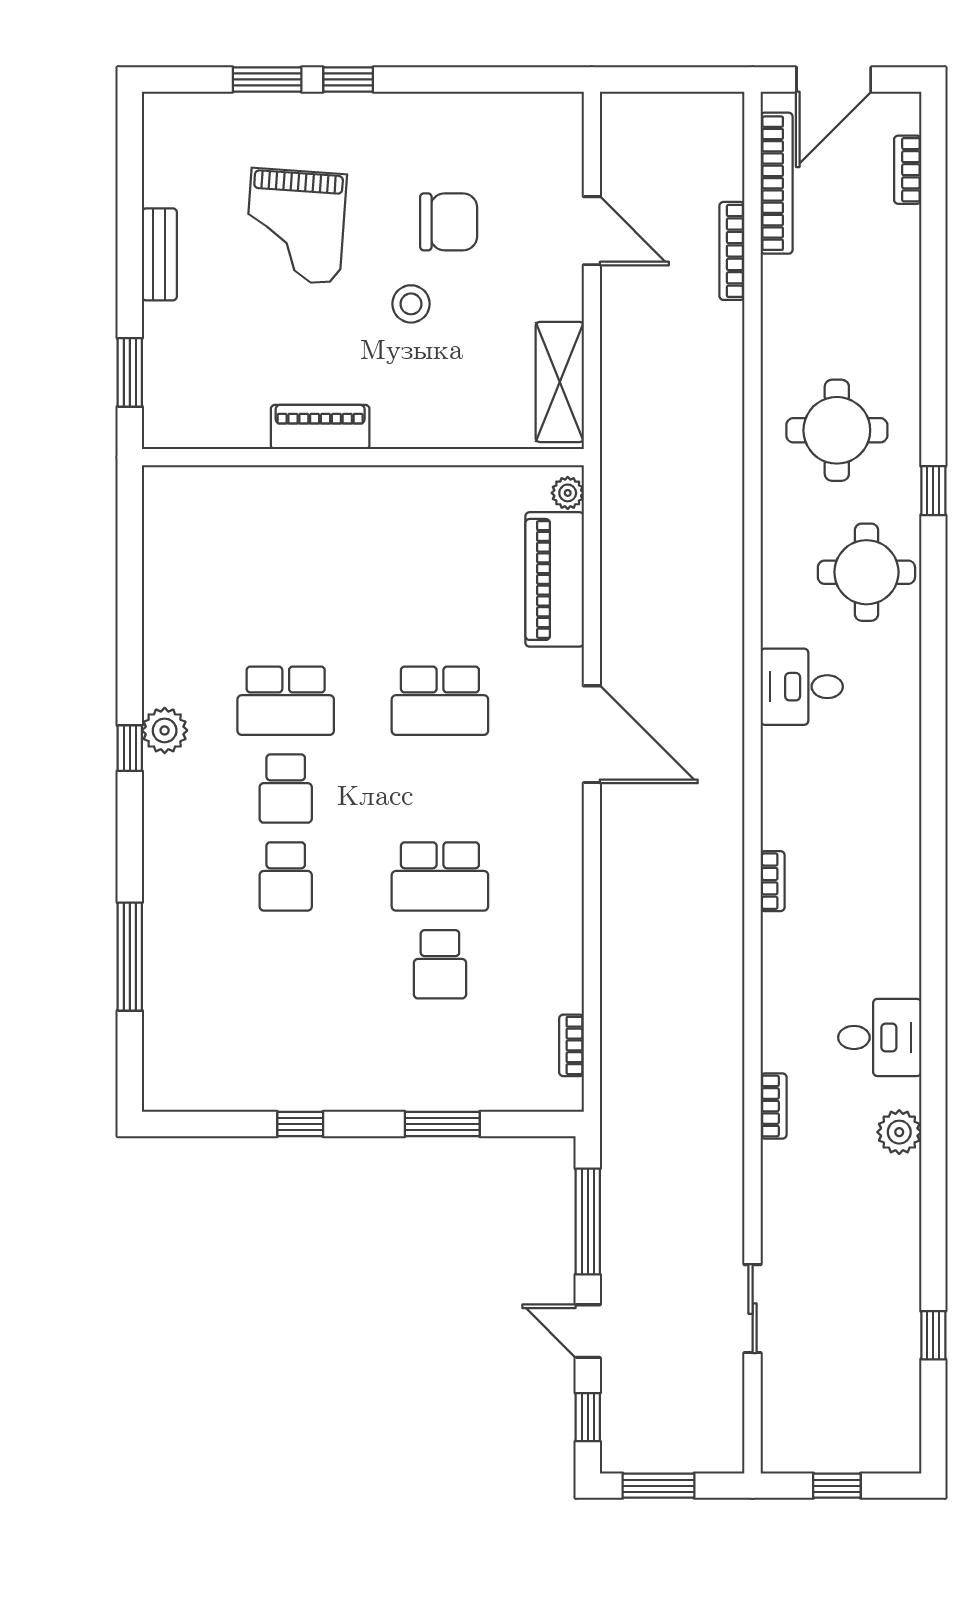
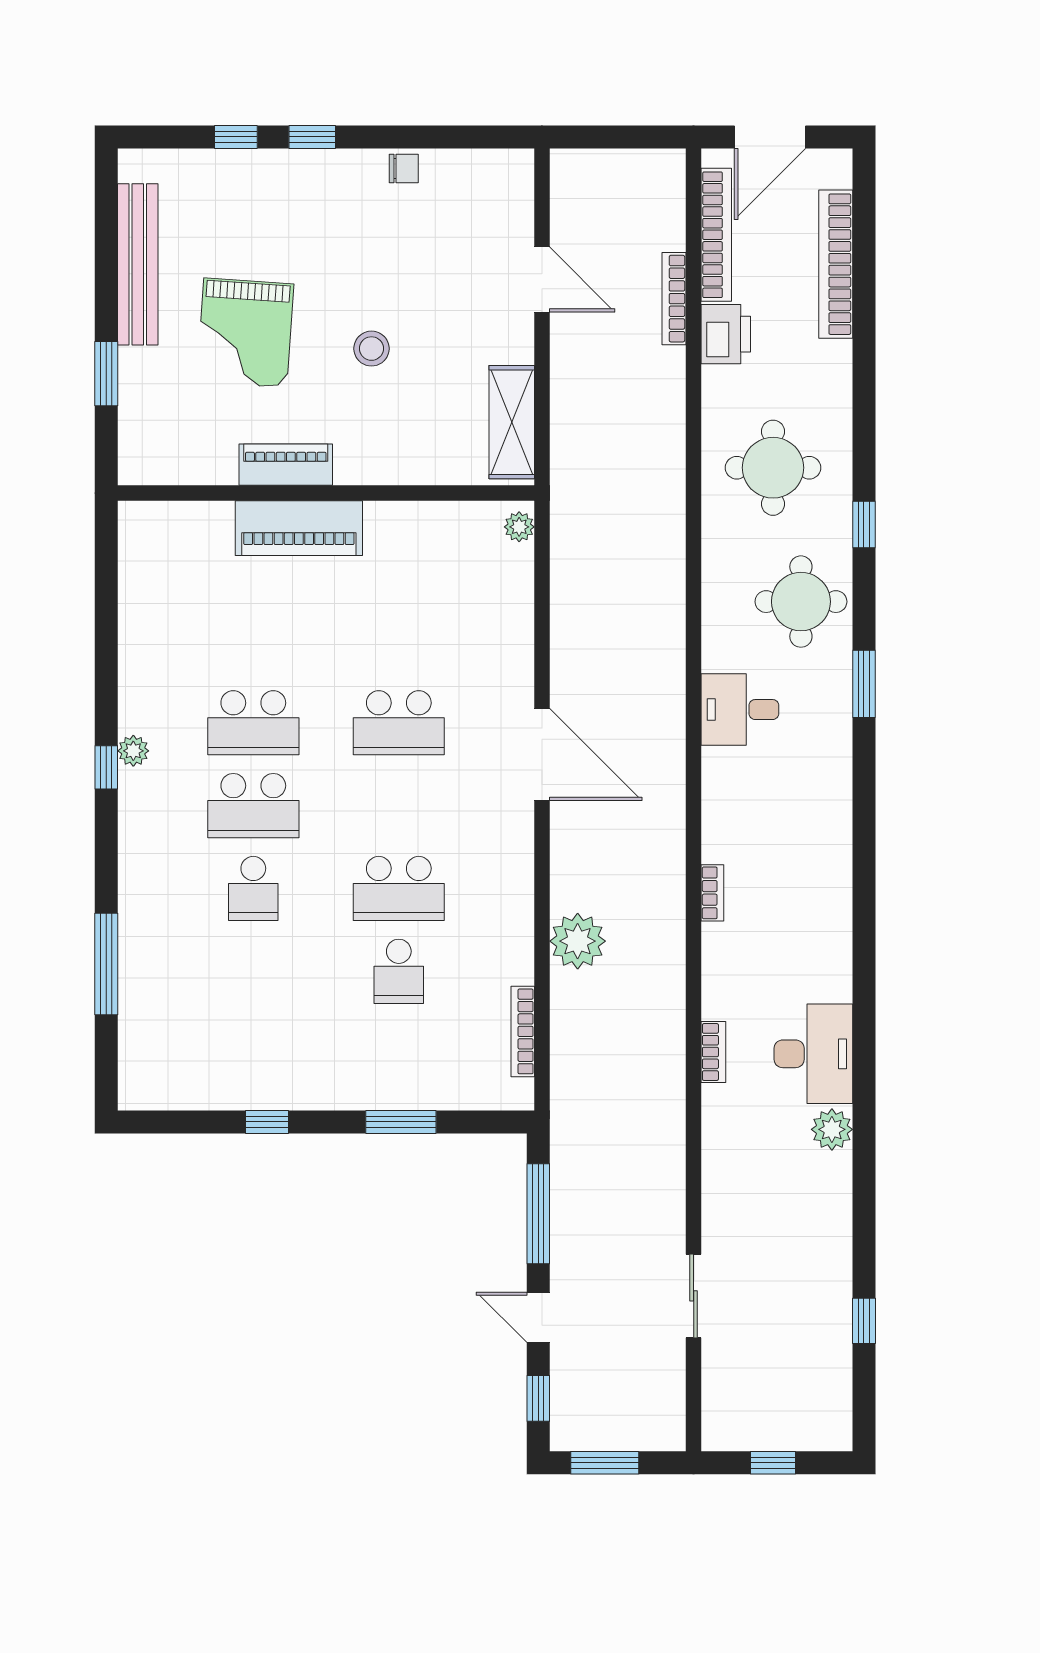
window: (267, 79) -> (236, 137), width x0.67
bookcase: (908, 170) -> (836, 264), width x2.31, depth x1.31
chair: (449, 222) -> (404, 169), moved, width x0.54, depth x0.54
grand piano: (295, 226) -> (245, 333), moved
bench: (159, 254) -> (138, 264), width x1.86, depth x1.21
printer: (787, 289) -> (726, 334), added
window: (130, 372) -> (106, 374), moved
piano: (555, 579) -> (299, 528), moved, turned -90
window: (933, 660) -> (864, 684), added
plant: (165, 730) -> (133, 751), width x0.73, depth x0.73
school desk: (286, 789) -> (253, 806), width x1.85
plant: (630, 932) -> (578, 941), added
desk: (880, 1037) -> (813, 1054), width x1.37
bookcase: (571, 1045) -> (523, 1031), width x1.56
bookcase: (774, 1106) -> (713, 1052), moved

